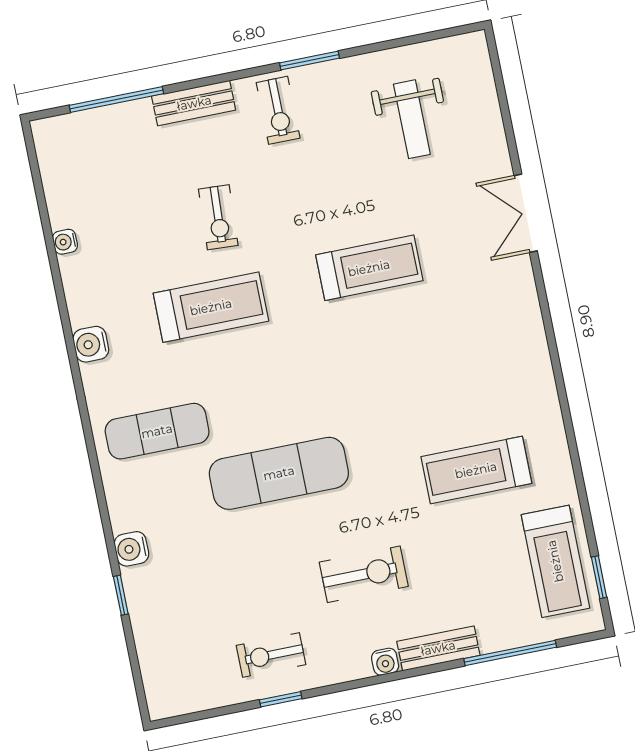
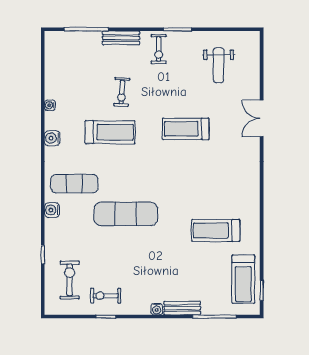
water cooler: (65, 242) -> (50, 105), moved
treadmill: (369, 268) -> (186, 129), turned 180
water cooler: (131, 549) -> (52, 210), moved
exercise bike: (364, 574) -> (70, 280), moved, turned -90

